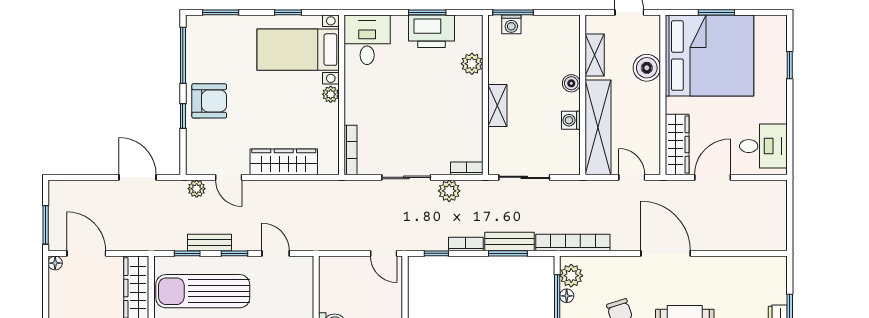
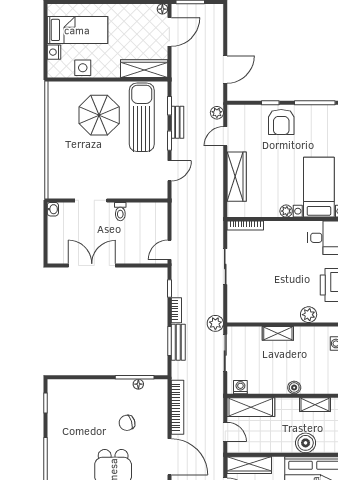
washing machine: (571, 120) -> (240, 387), moved
shelving: (598, 127) -> (251, 407), width x0.68
bookcase: (467, 168) -> (232, 311), removed
door: (632, 177) -> (225, 432), hinge flipped
plant: (449, 191) -> (215, 323), moved
bookcase: (573, 243) -> (177, 407), moved
door: (666, 253) -> (169, 457), hinge flipped
plant: (571, 276) -> (153, 387), removed

